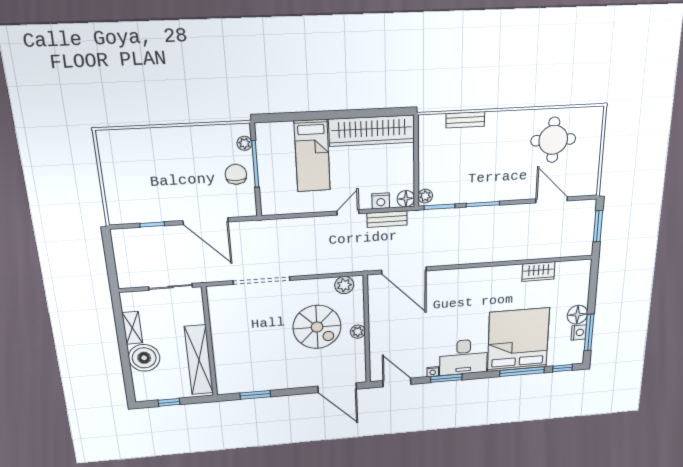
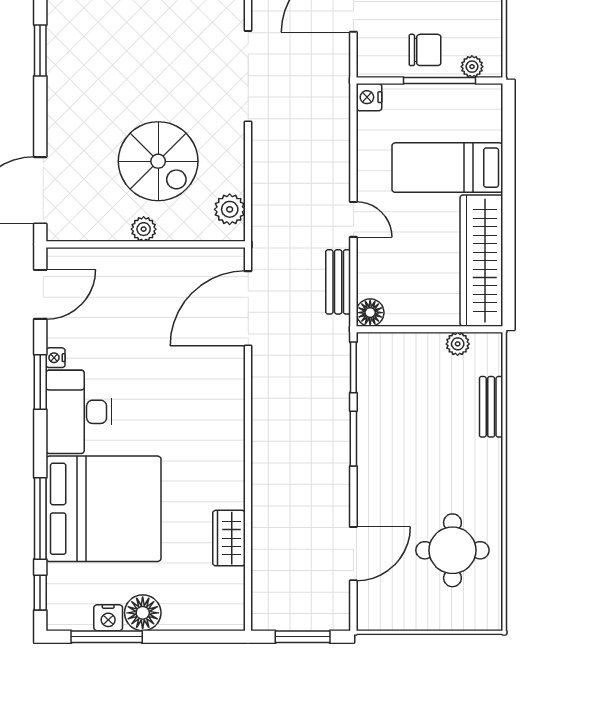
plant: (425, 196) -> (458, 344), moved
nightstand: (381, 201) -> (369, 97), moved
spiral stairs: (317, 327) -> (158, 161), turned -90

